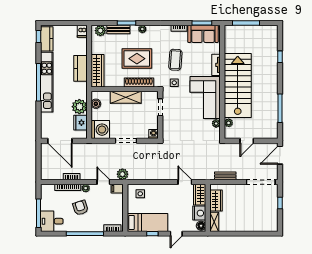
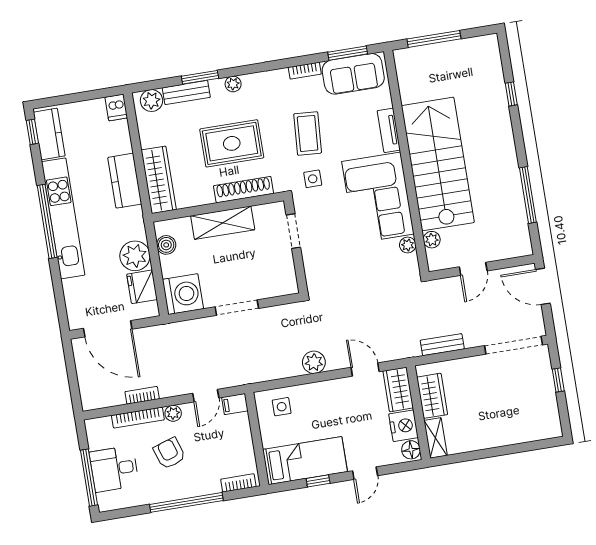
washing machine: (154, 134) -> (289, 286), removed
door: (280, 155) -> (543, 286), hinge flipped
plant: (122, 174) -> (314, 362), moved
door: (103, 182) -> (206, 396), swing flipped
desk: (52, 221) -> (114, 469), moved

